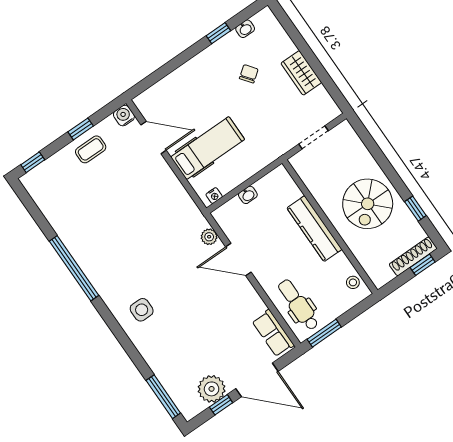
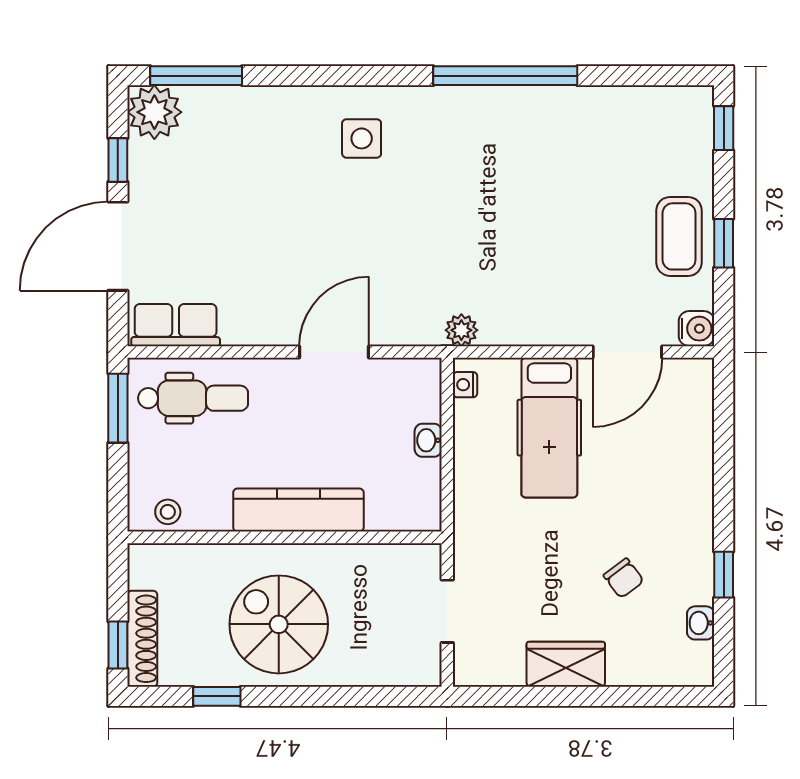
coffee table: (91, 149) -> (679, 236), width x1.36, depth x1.30
plant: (209, 237) -> (461, 330), moved
plant: (212, 389) -> (154, 112), moved

